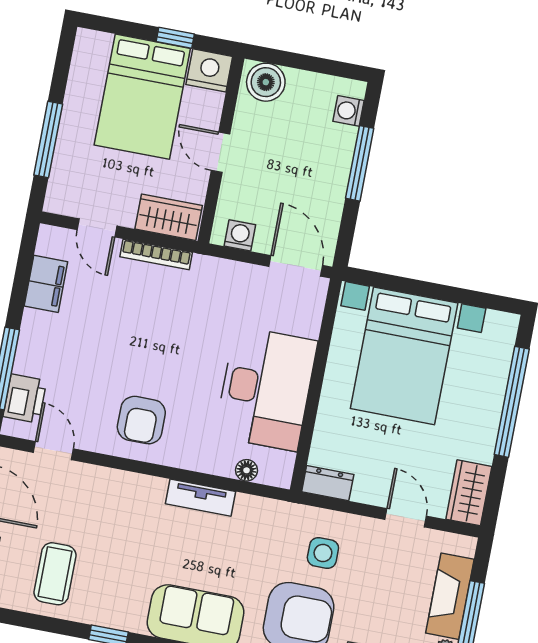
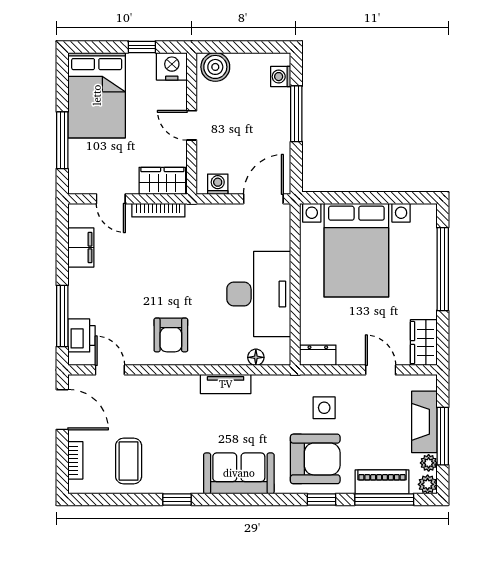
bed: (142, 97) -> (97, 95), moved
door: (296, 266) -> (263, 199), hinge flipped

